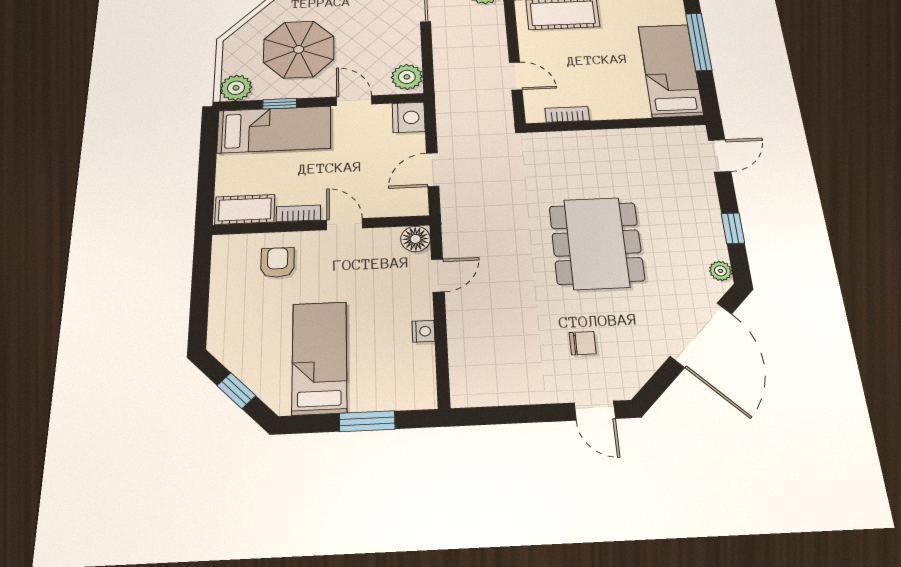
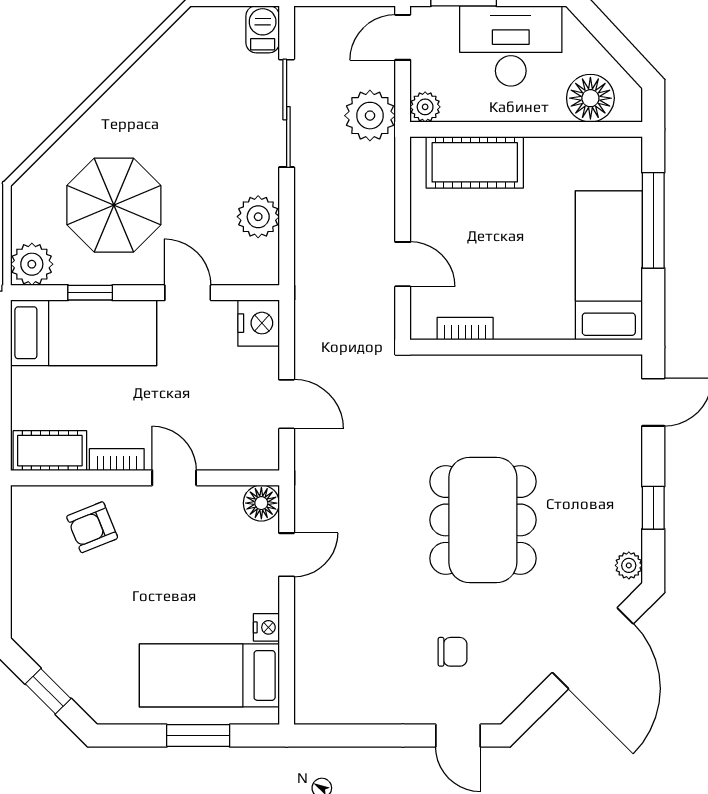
plant: (407, 77) -> (258, 217), moved
door: (433, 170) -> (287, 404), swing flipped
armchair: (278, 262) -> (92, 527), turned -112
bed: (319, 357) -> (209, 675), moved, turned -90

